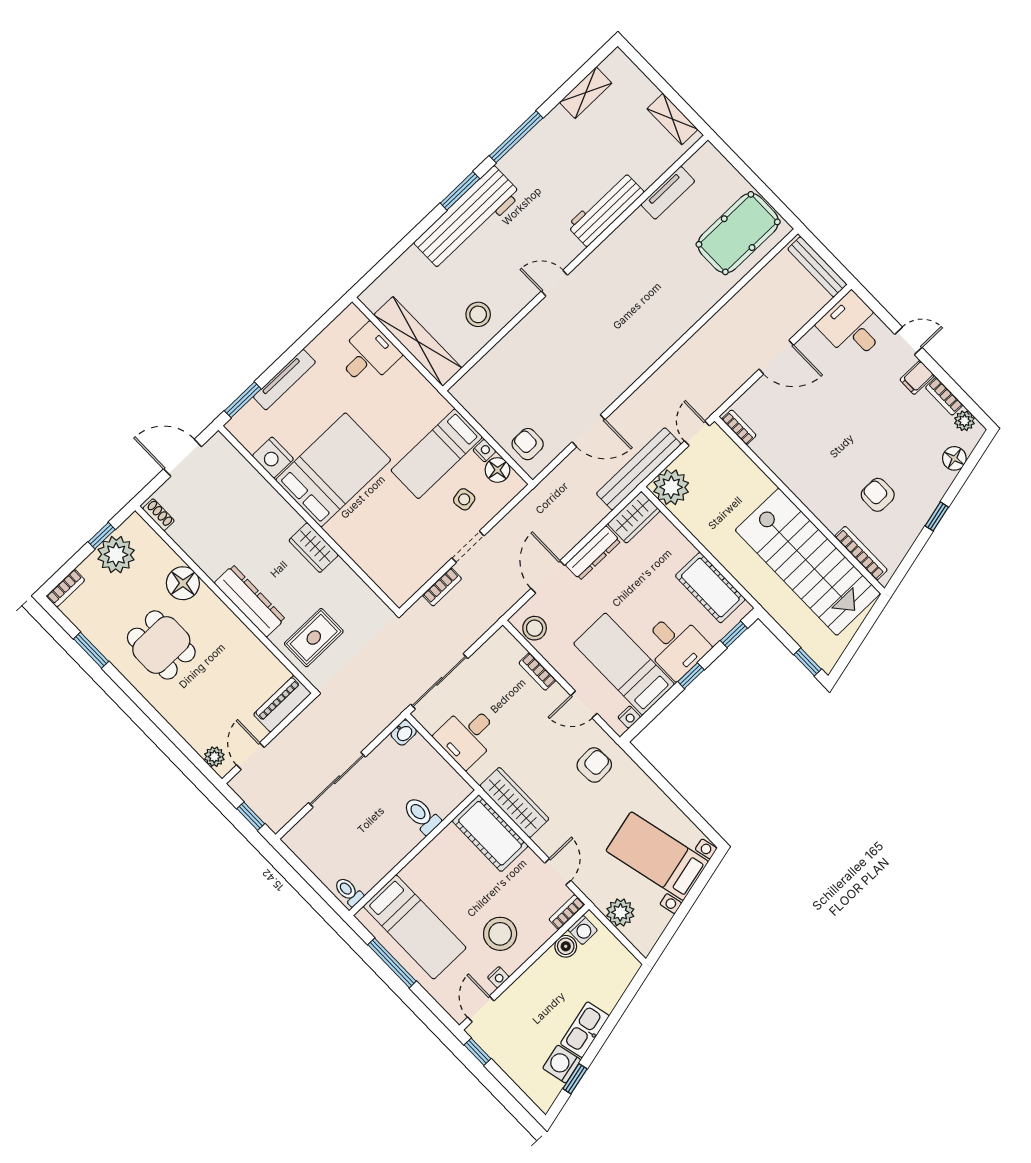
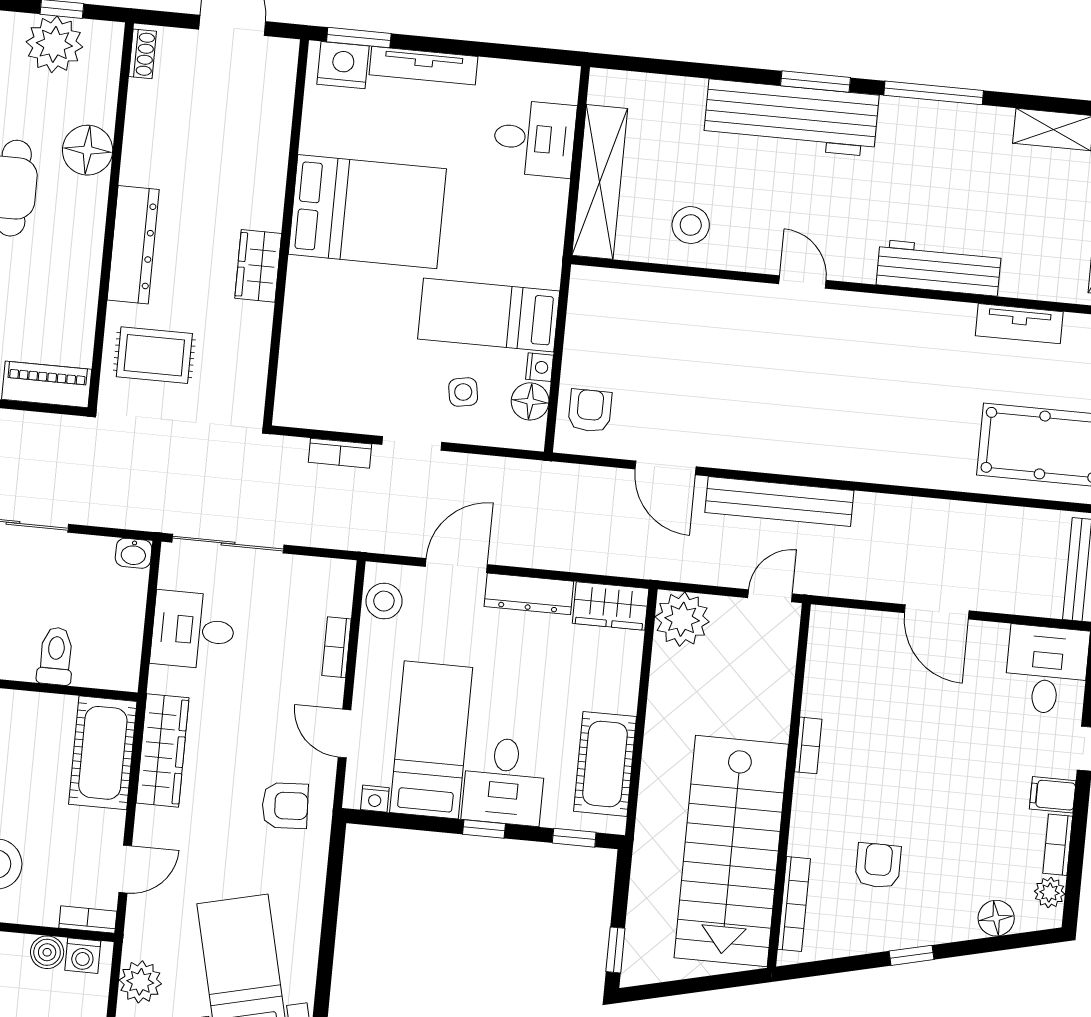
bookcase: (739, 427) -> (808, 745), moved
nightstand: (273, 457) -> (343, 65), moved, turned 90
bench: (639, 469) -> (779, 501), moved

